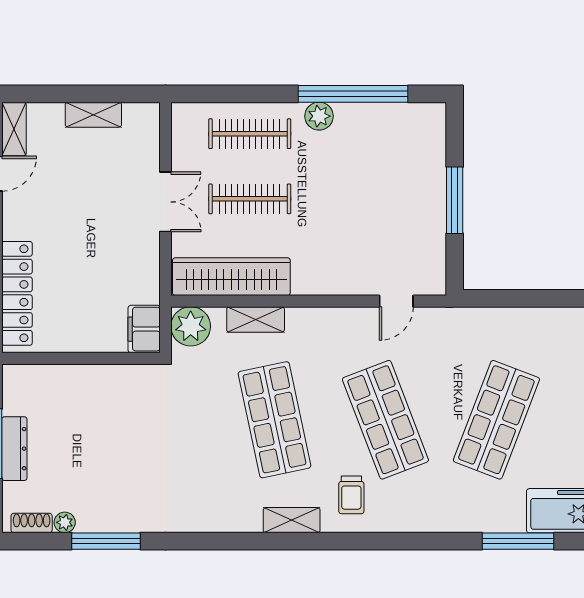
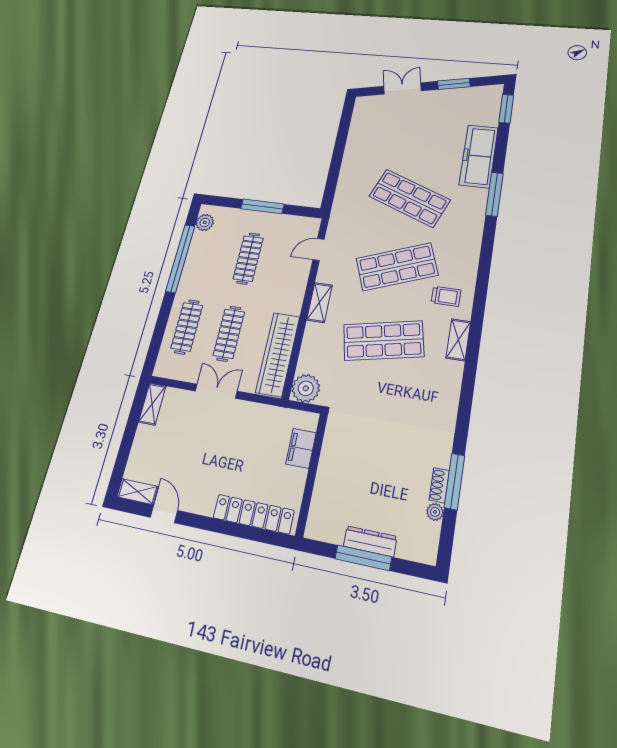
shelving: (93, 115) -> (152, 404), moved
plant: (319, 116) -> (205, 222), moved
clothes rail: (368, 199) -> (248, 258), added
door: (396, 301) -> (318, 249), swing flipped
shelving: (256, 319) -> (319, 303), moved
filing cabinet: (144, 329) -> (301, 448), moved, turned 90
shoe rack: (32, 523) -> (439, 485), moved

